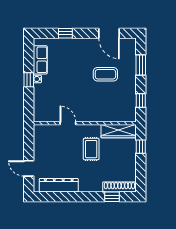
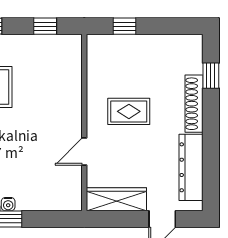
wardrobe: (119, 131) -> (116, 199), moved, turned -90
shoe rack: (119, 187) -> (194, 104), moved

